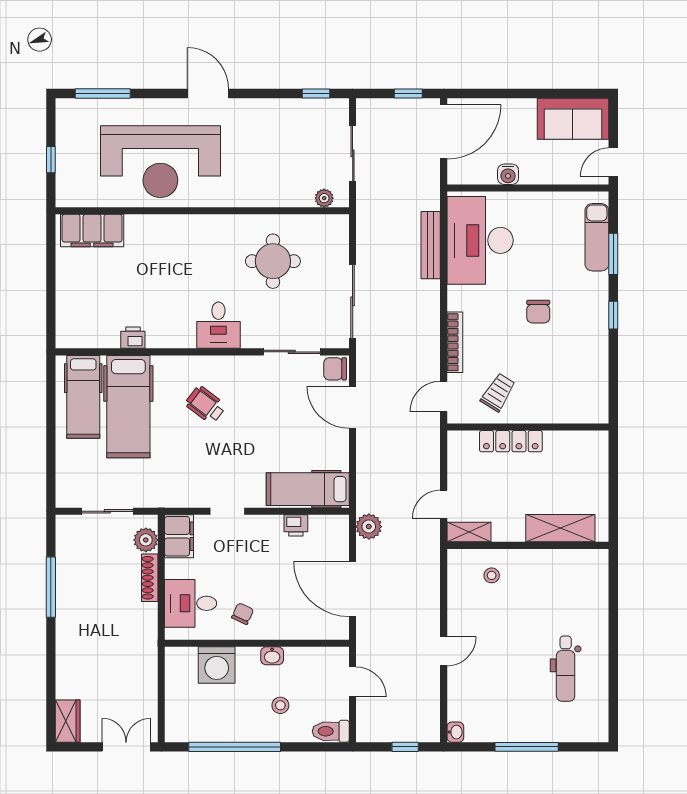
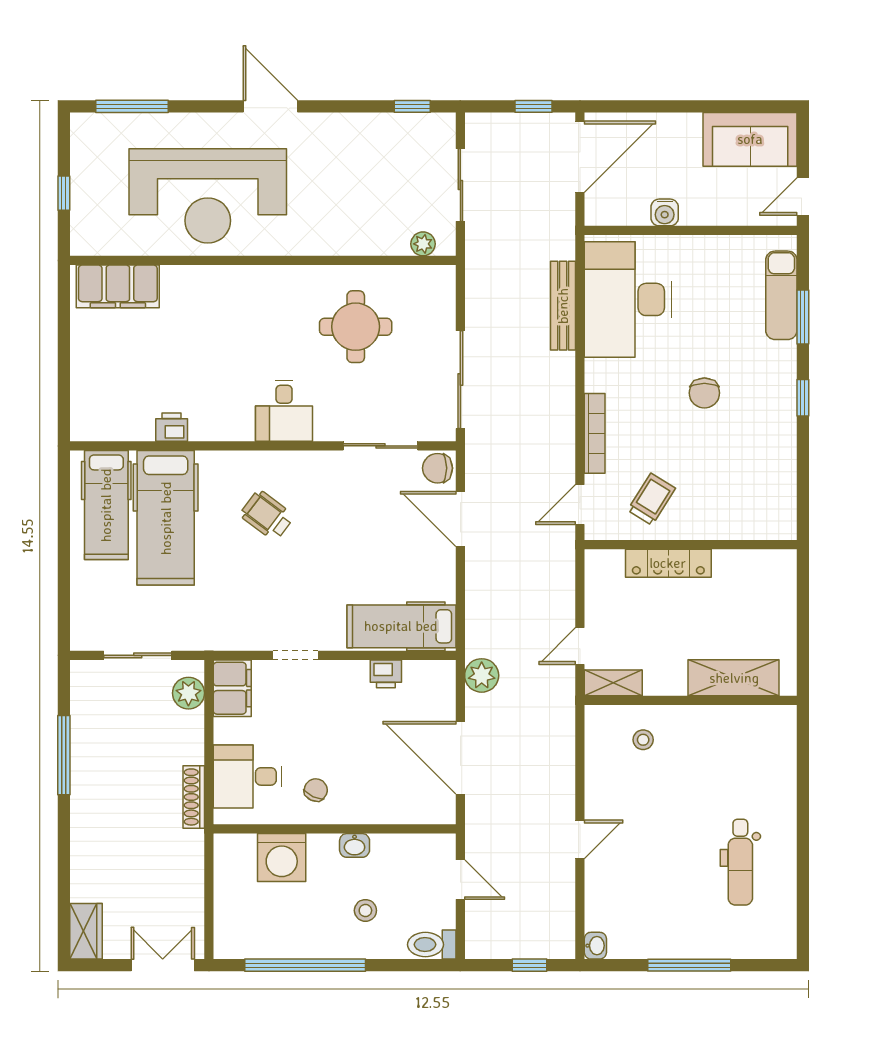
shoe rack: (150, 578) -> (194, 797), moved

